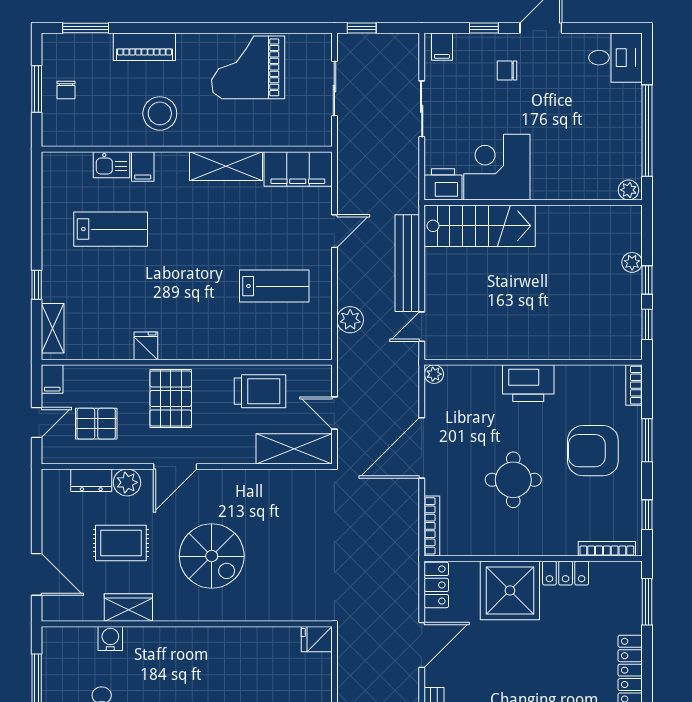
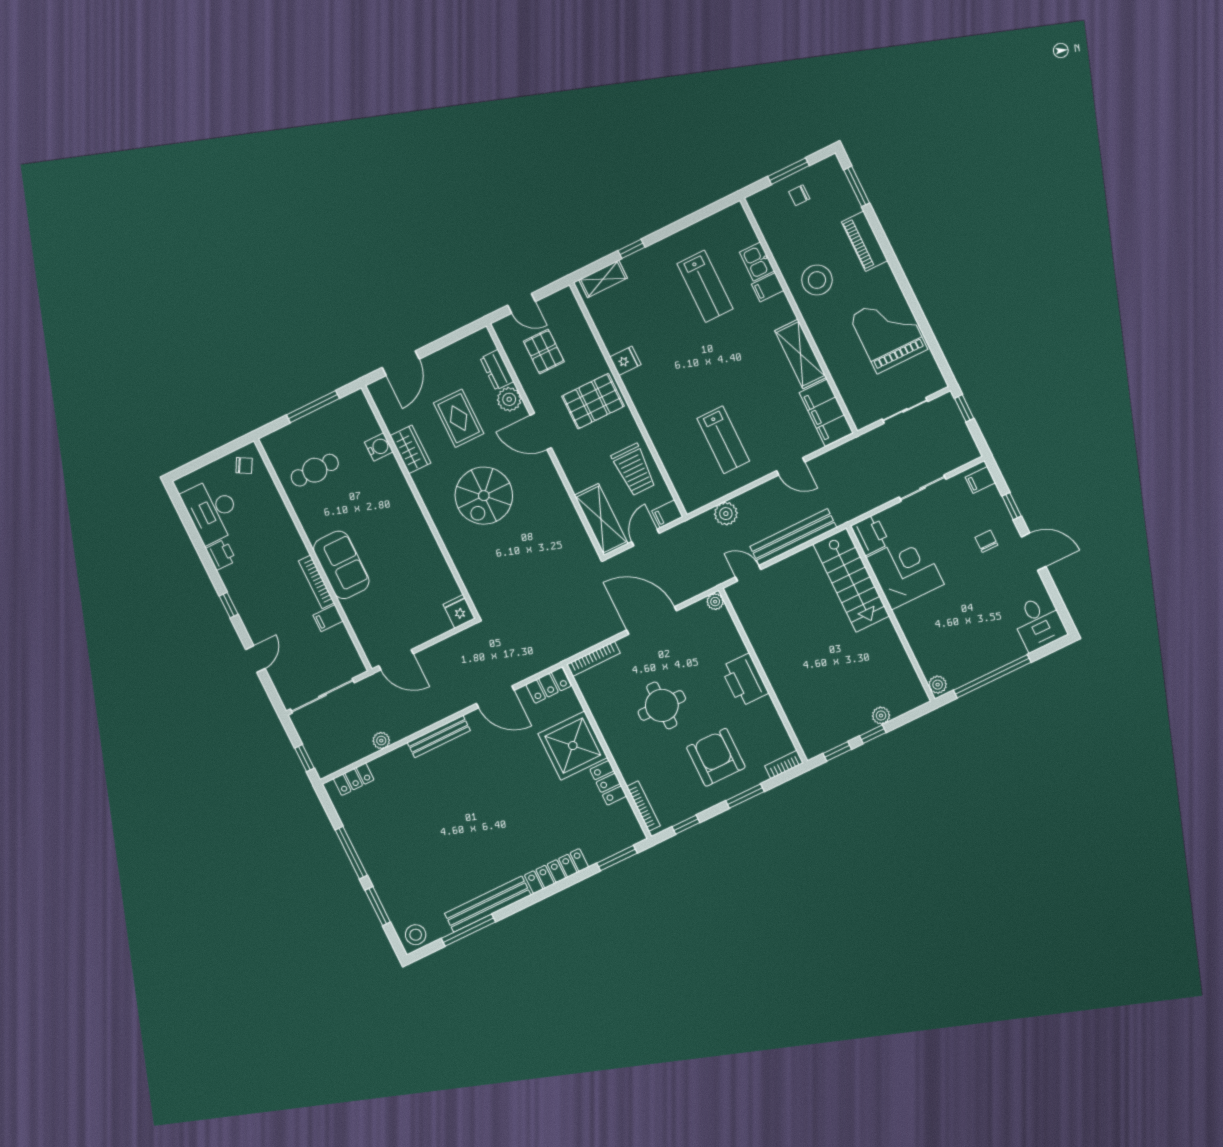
filing cabinet: (52, 379) -> (667, 514), moved

